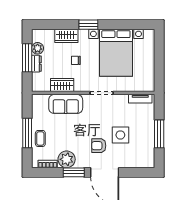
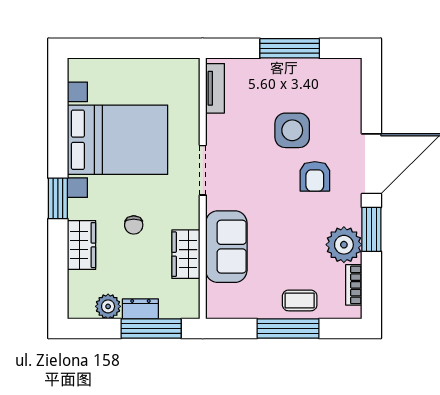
window: (27, 58) -> (151, 329), moved

